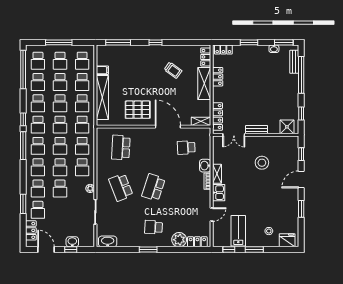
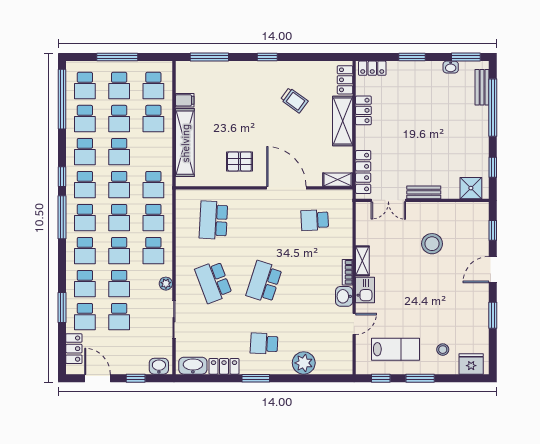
school desk: (82, 103) -> (119, 317), moved
pallet: (138, 110) -> (239, 161), width x0.67, depth x0.71
washbasin: (205, 166) -> (344, 296), moved
lab bench: (238, 231) -> (395, 349), turned 90
washbasin: (72, 242) -> (159, 366), moved
locker: (197, 242) -> (224, 366), moved

